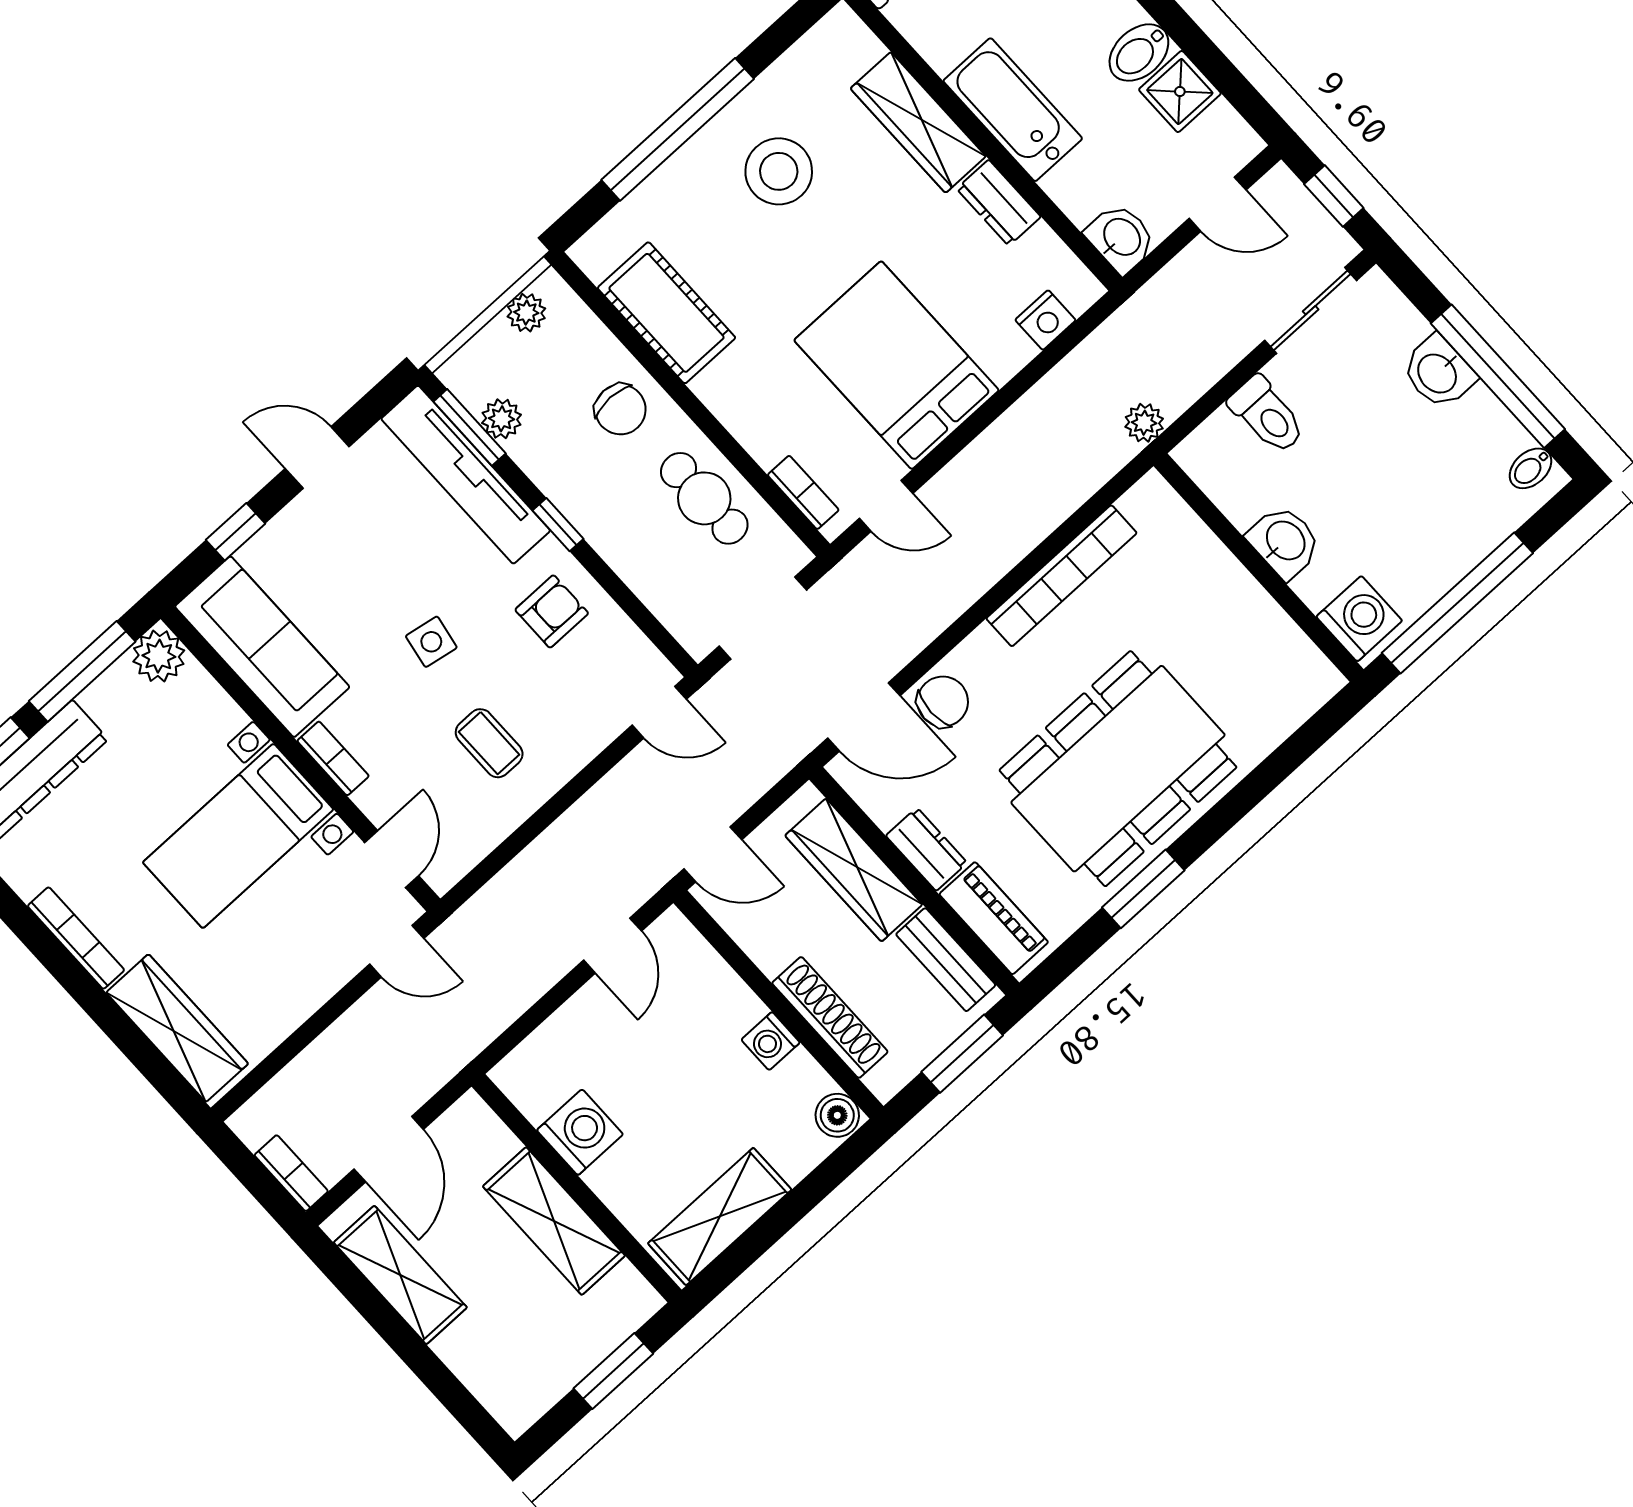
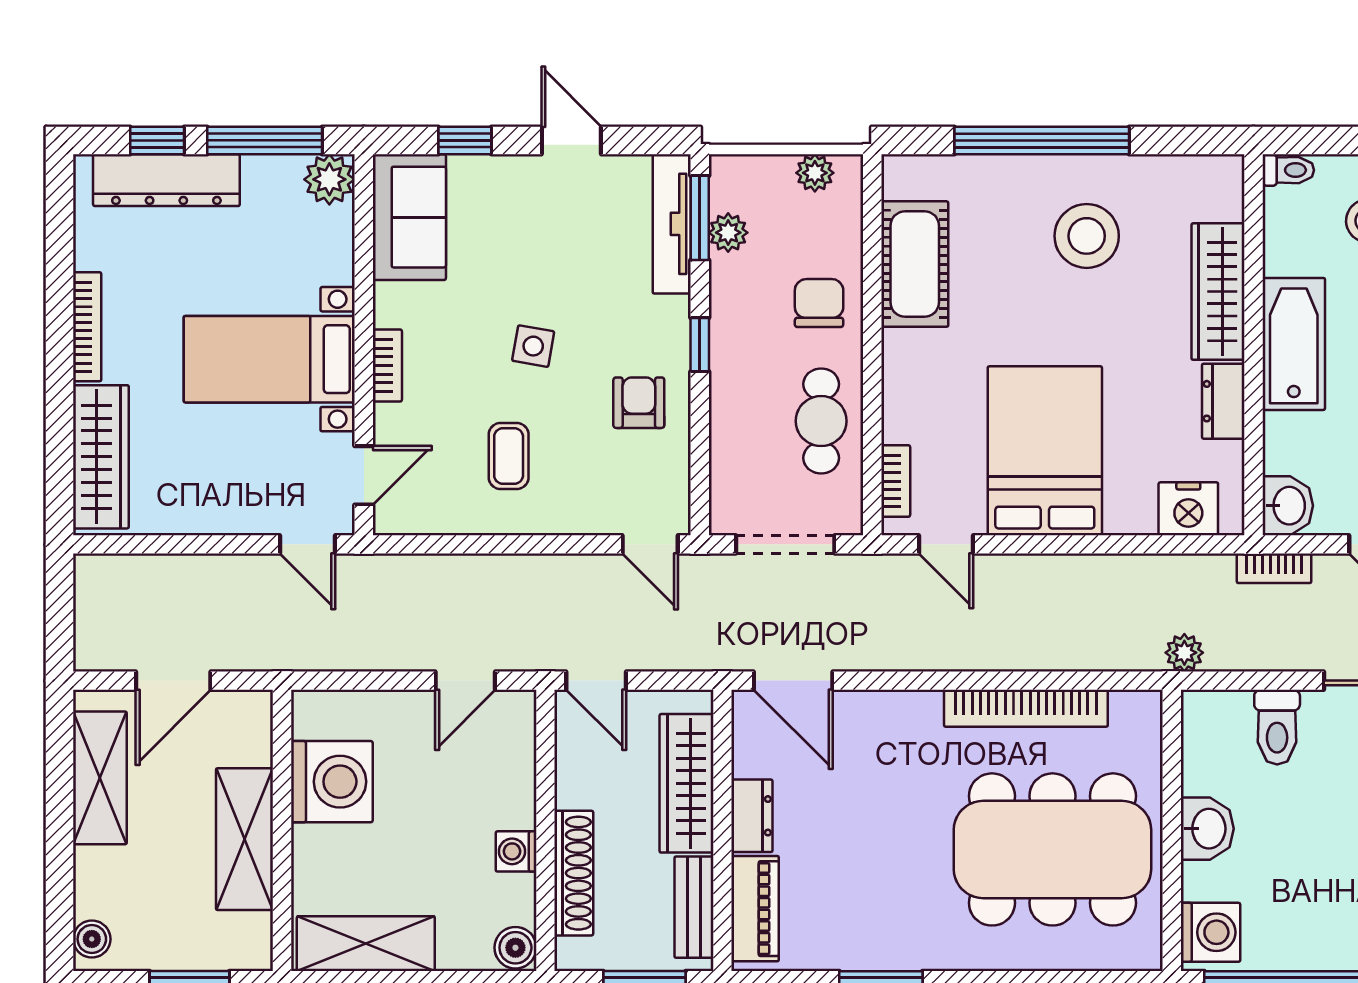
nightstand: (1045, 320) -> (1188, 509), width x1.36, depth x1.33
chair: (620, 409) -> (819, 303), turned 180
tv unit: (466, 475) -> (672, 224), width x0.73, depth x0.78
armchair: (552, 611) -> (639, 403), turned -90
sofa: (262, 647) -> (409, 217), width x0.73
chair: (943, 702) -> (859, 721), removed
dining table: (1118, 769) -> (1052, 849), moved
washing machine: (580, 1132) -> (332, 782), width x1.37, depth x1.37
bookcase: (291, 1173) -> (1274, 568), moved, turned 90
boiler: (507, 1404) -> (92, 939), added

